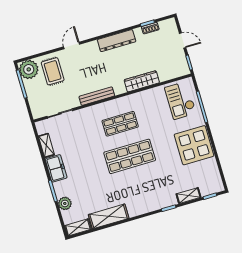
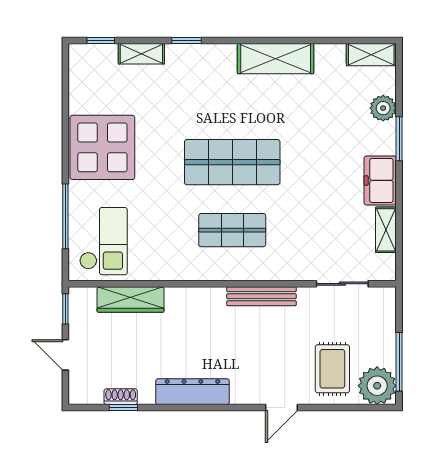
wardrobe: (142, 81) -> (131, 299), moved
shelving: (109, 216) -> (276, 59), moved

